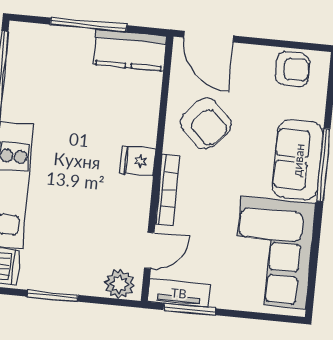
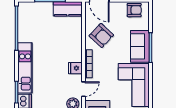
fridge: (138, 161) -> (75, 68), moved

